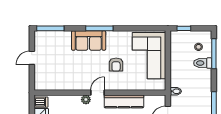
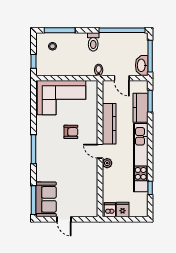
sofa: (89, 41) -> (46, 199), moved
toilet: (203, 63) -> (93, 42), moved

